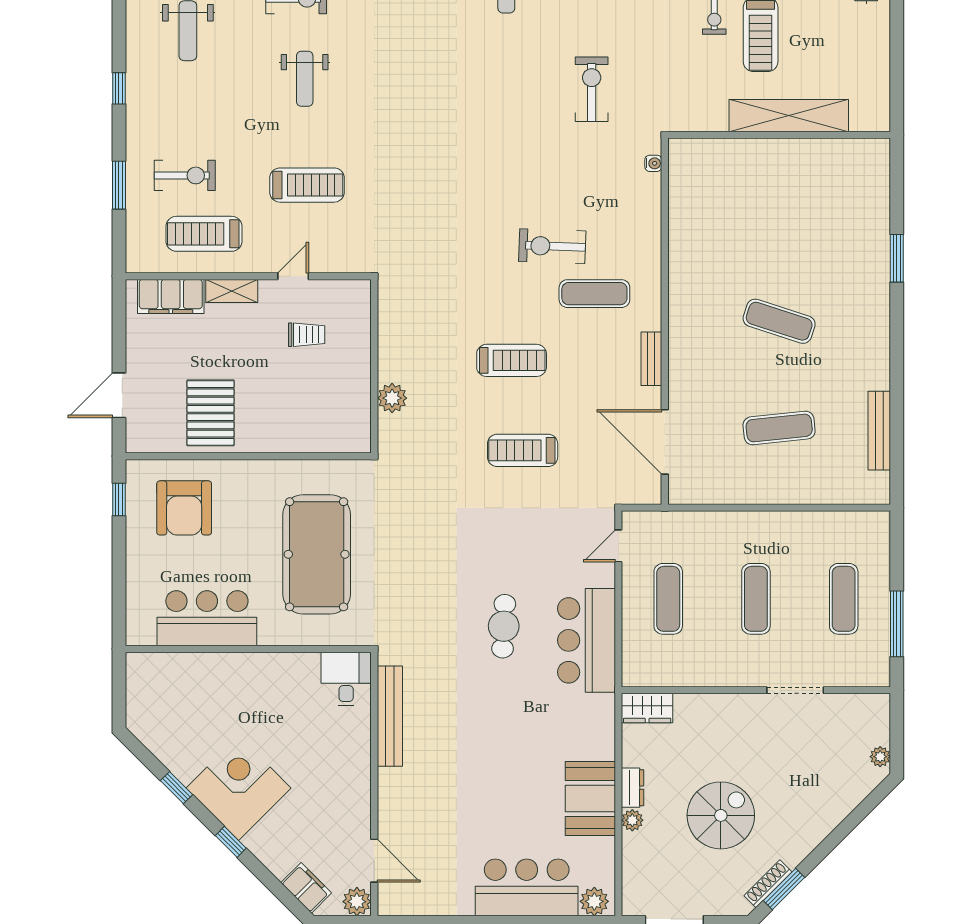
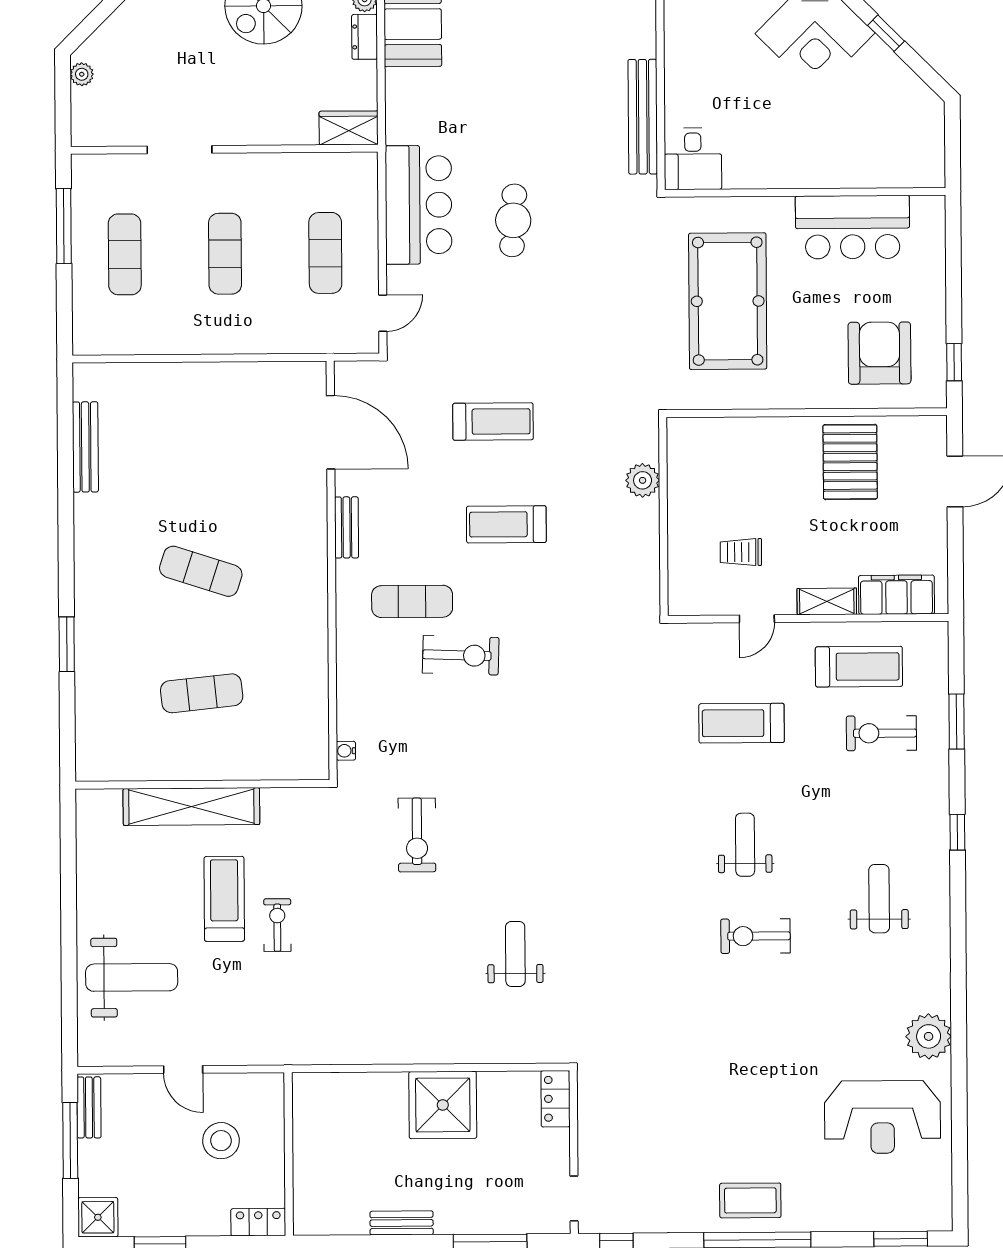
exercise mat: (779, 428) -> (202, 693), moved

